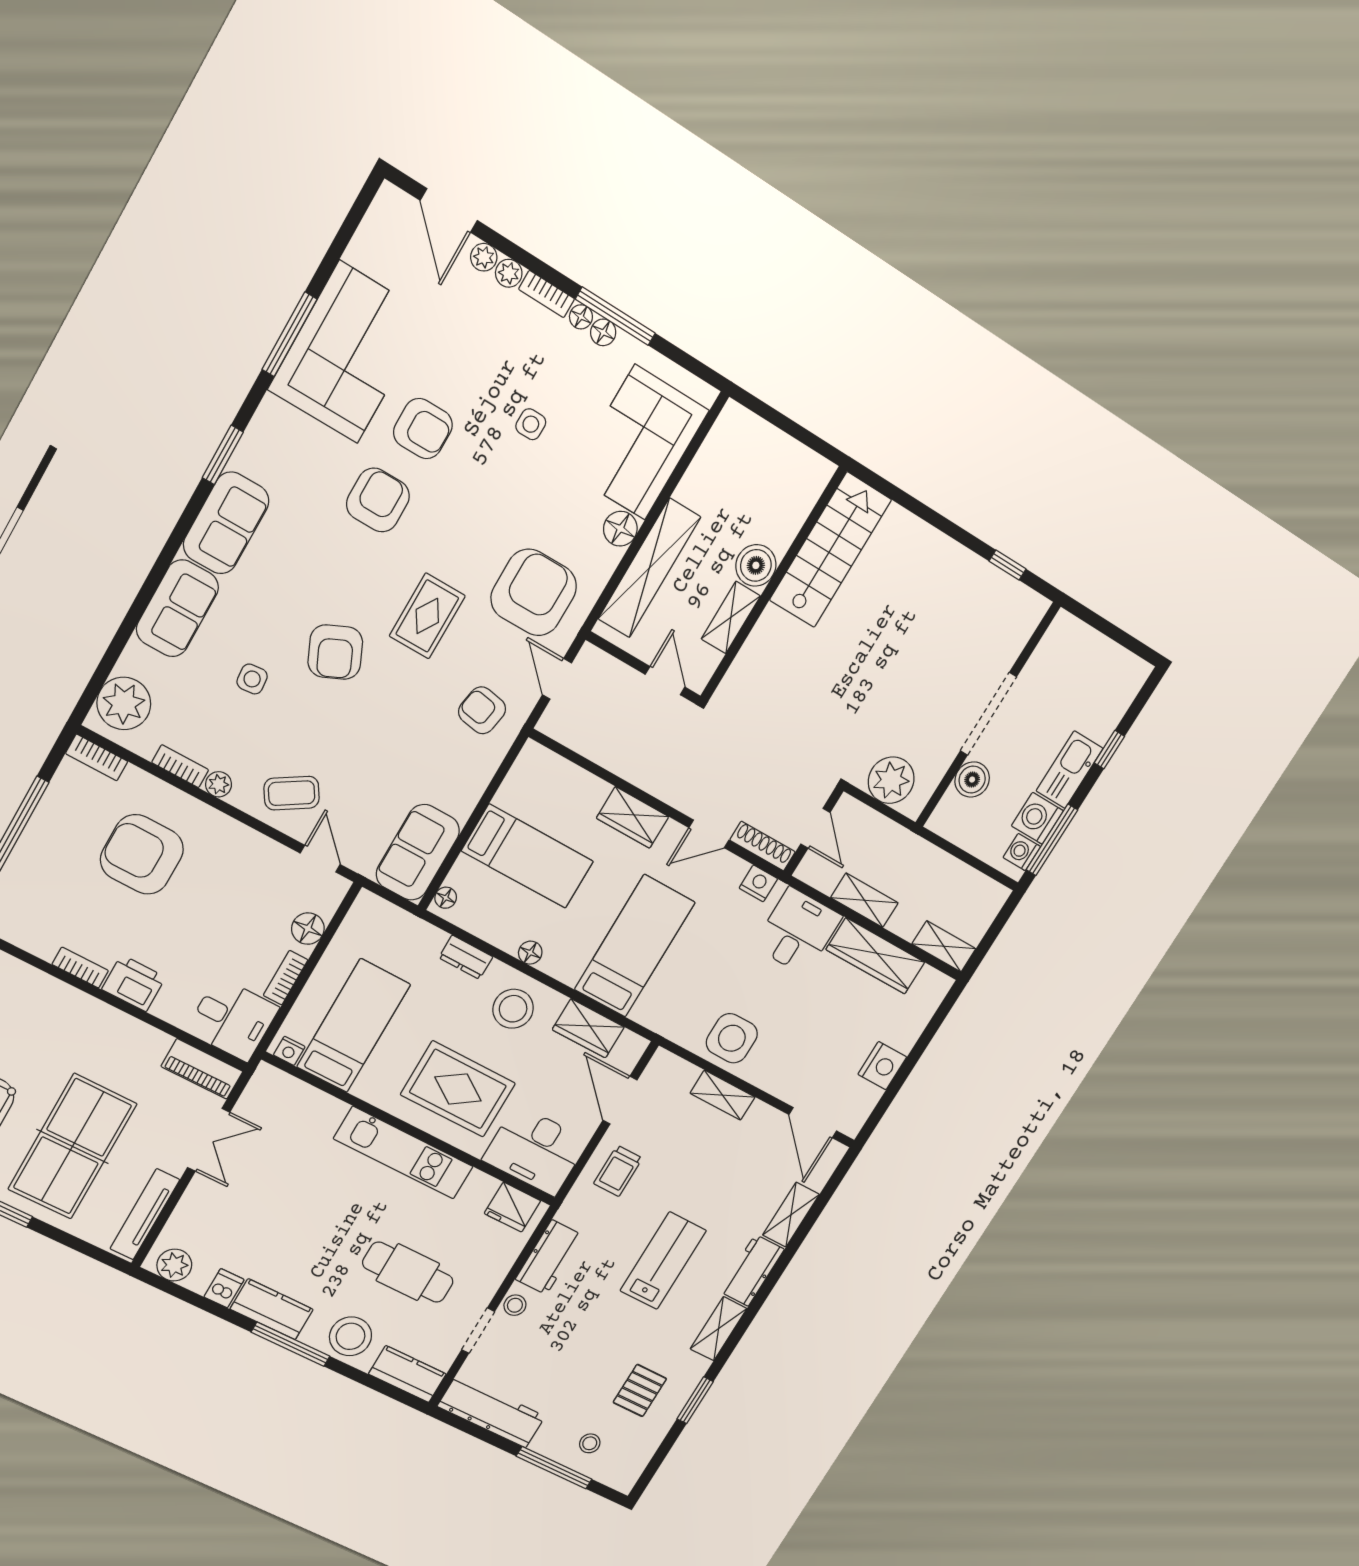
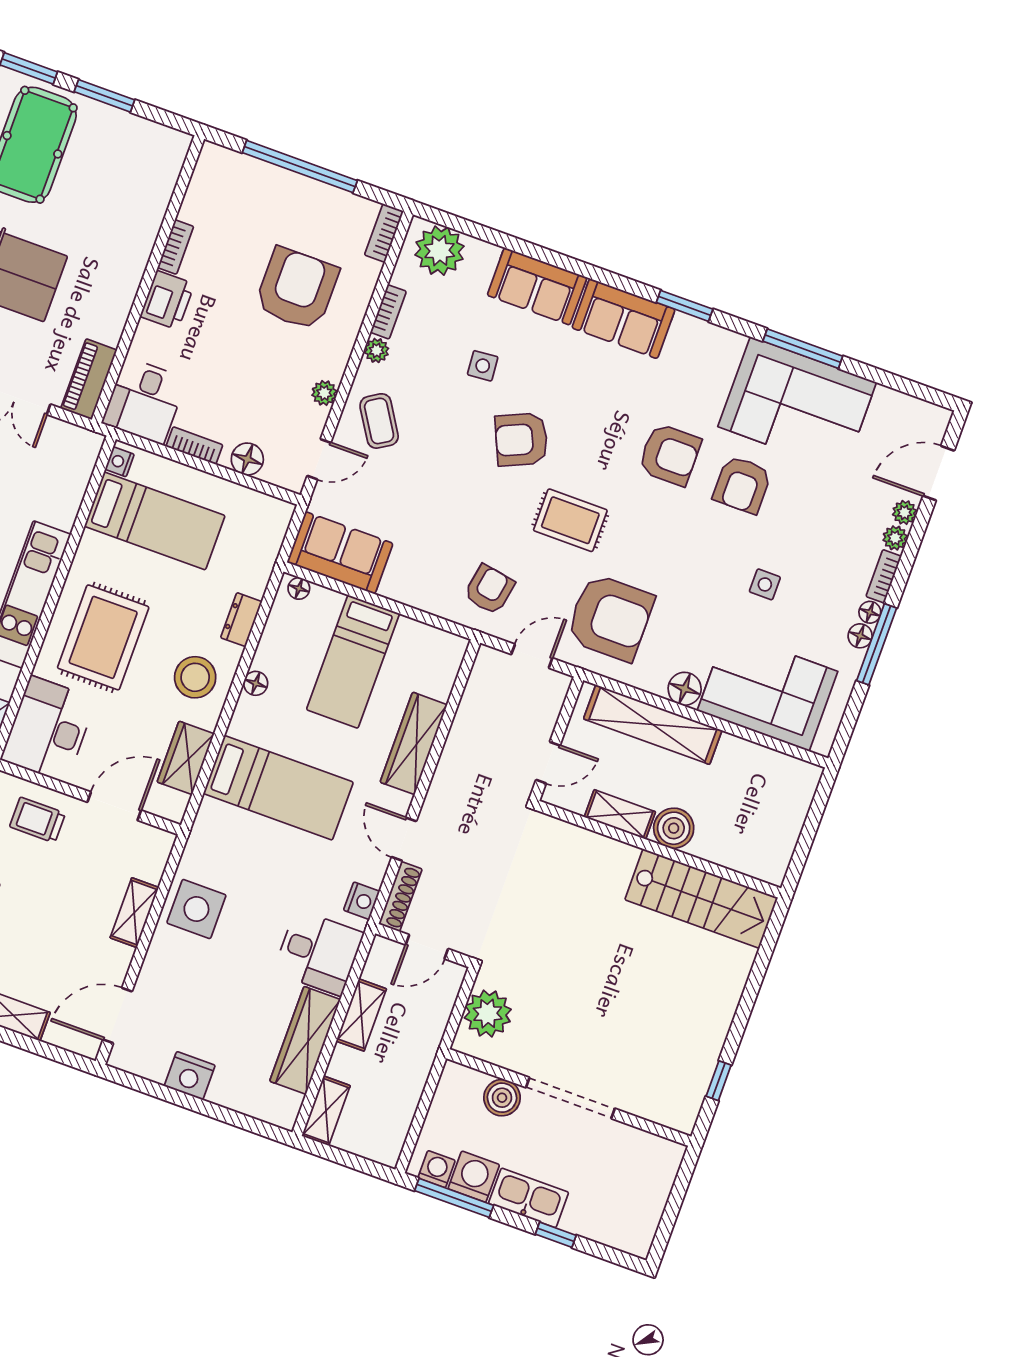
wardrobe: (633, 817) -> (414, 743), width x1.50
plant: (254, 843) -> (324, 393), added

